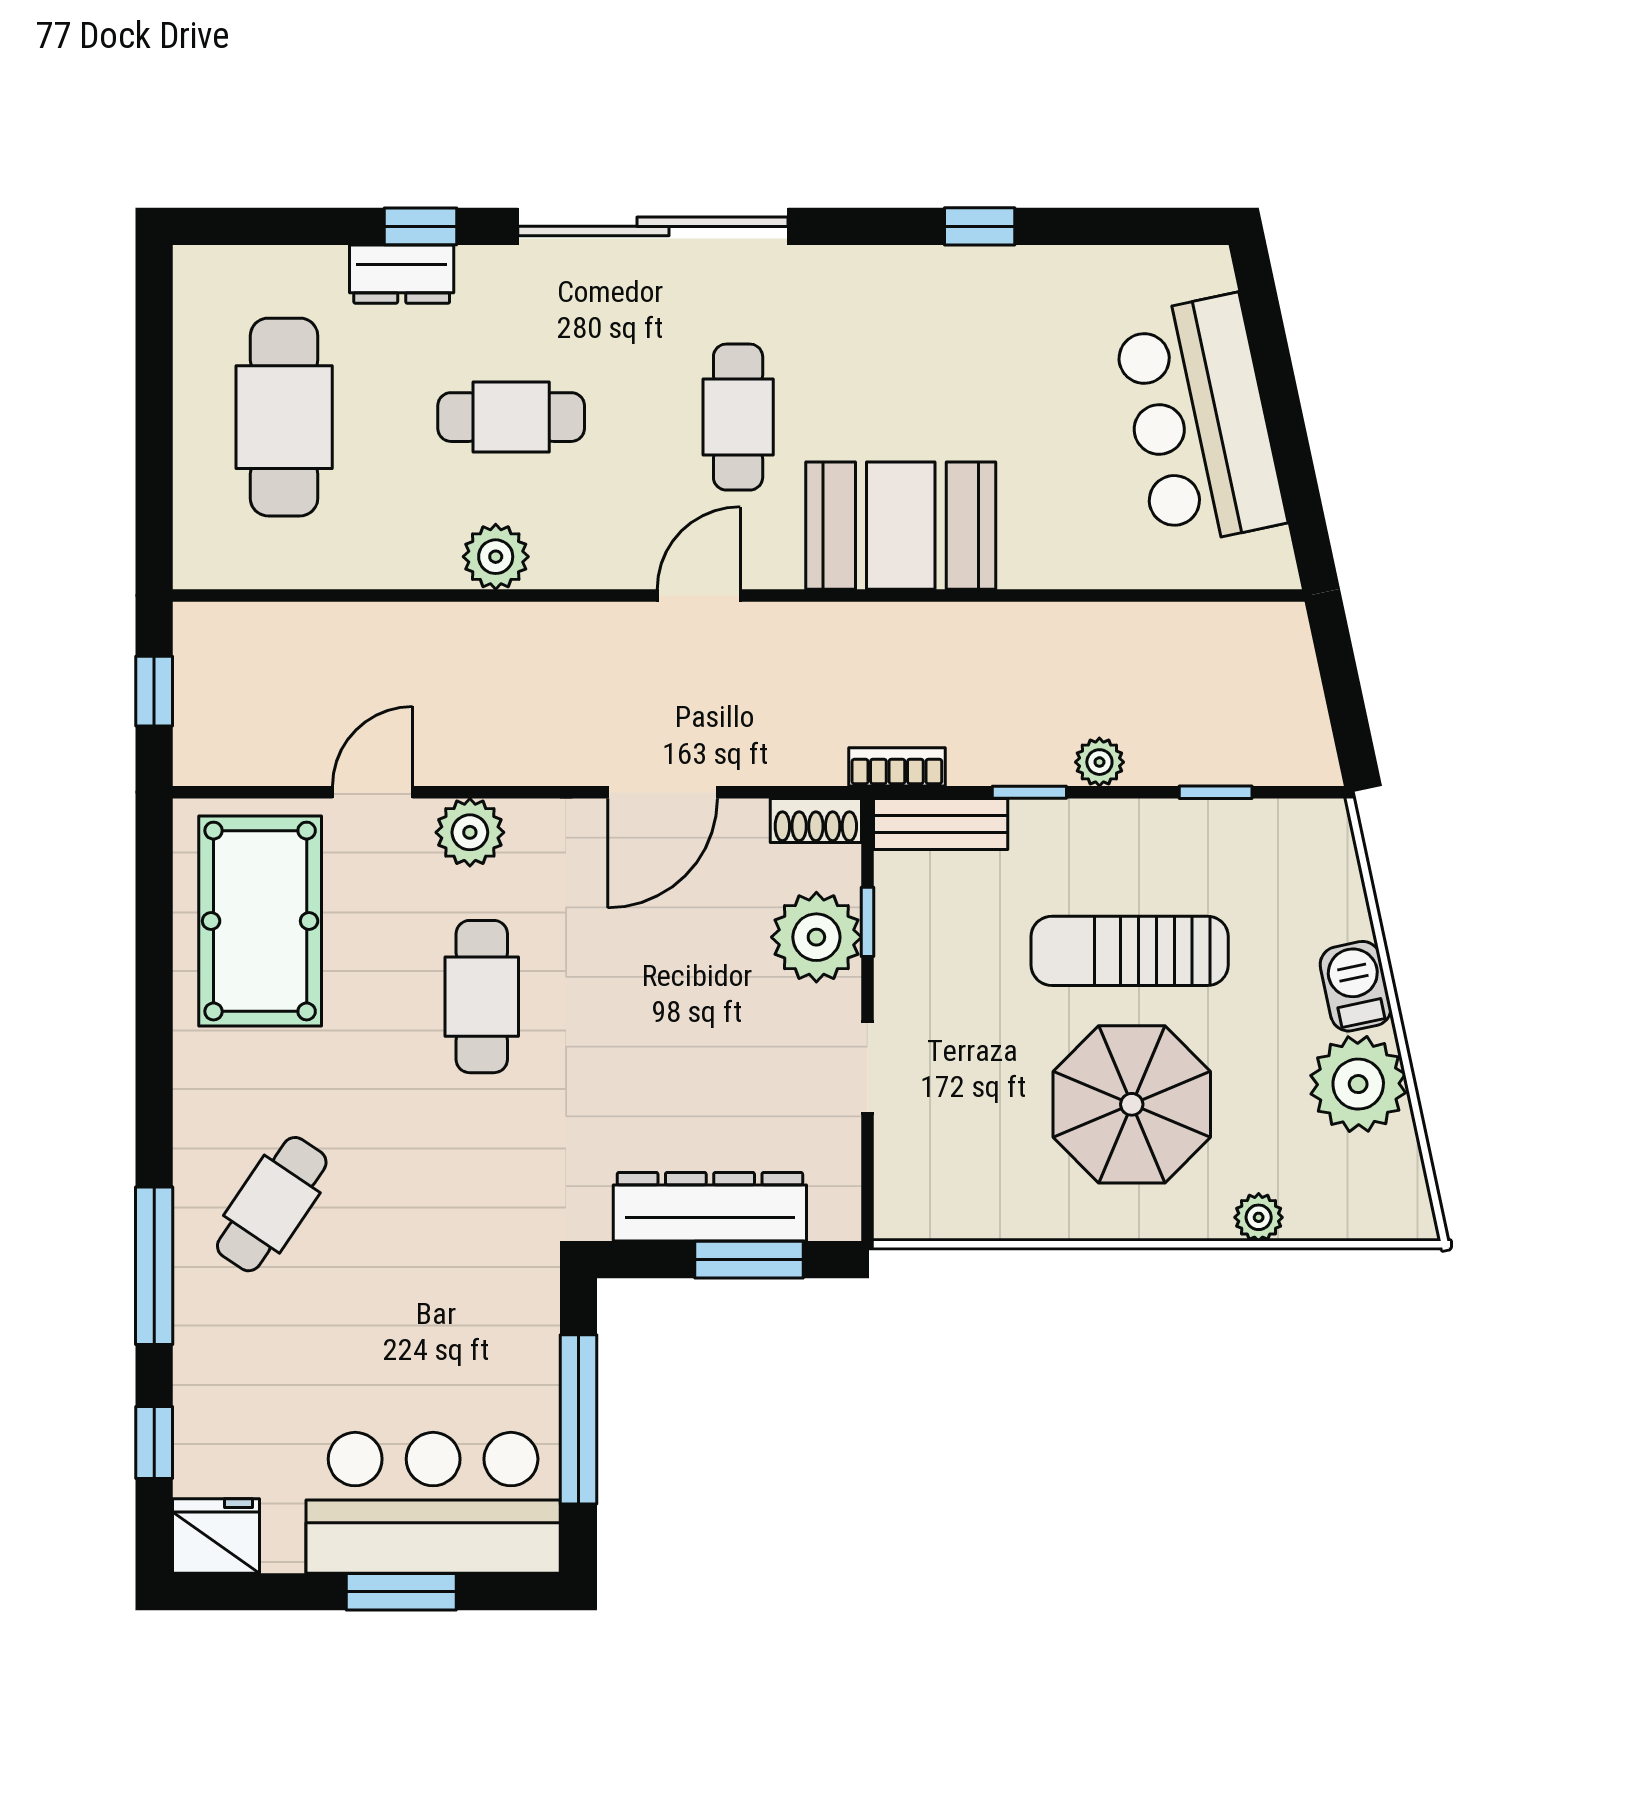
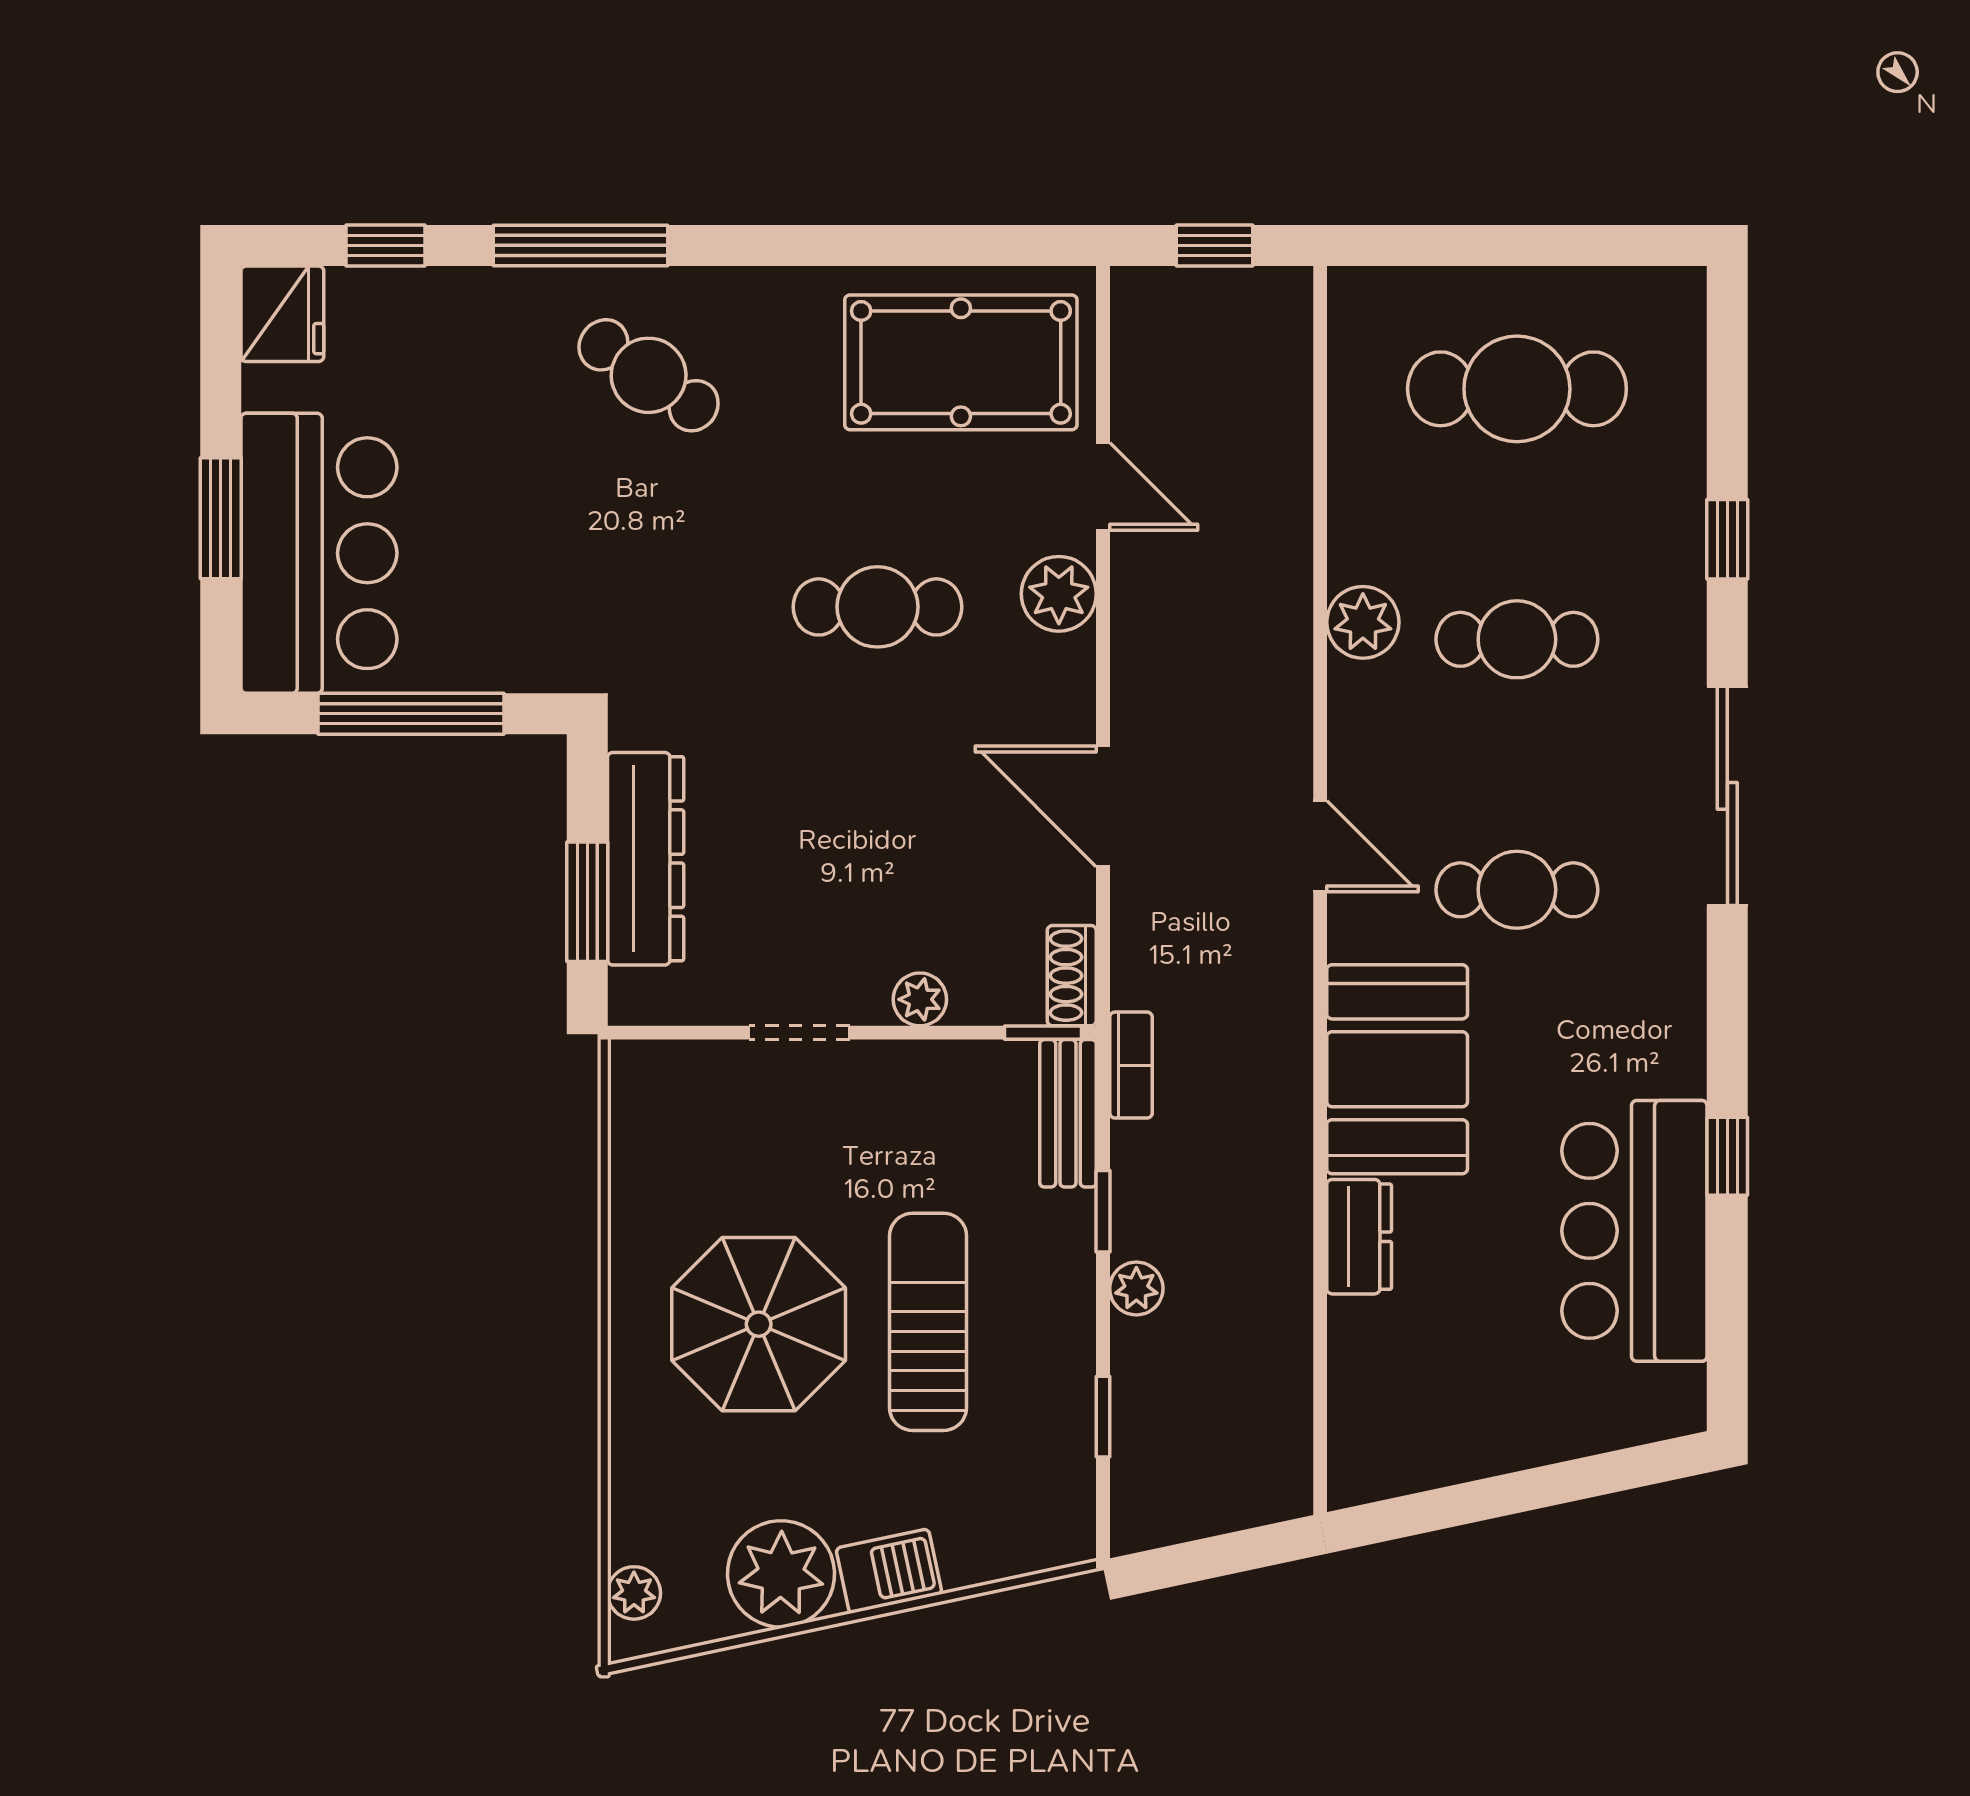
sliding door: (653, 226) -> (1727, 796), width x0.73
dresser: (402, 274) -> (1359, 1237), moved, turned 180
cafe table: (511, 417) -> (1517, 639), turned 90
bar counter: (1199, 421) -> (1634, 1231), moved, turned -78
window: (868, 922) -> (1043, 1033), moved
plant: (816, 937) -> (920, 999), width x0.53, depth x0.53
plant: (1259, 1217) -> (634, 1593), moved

